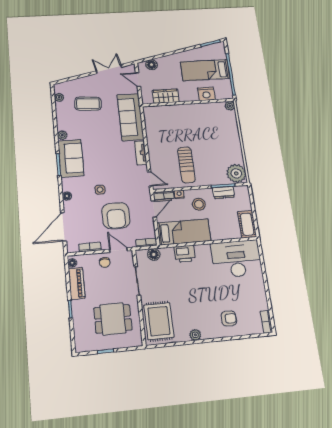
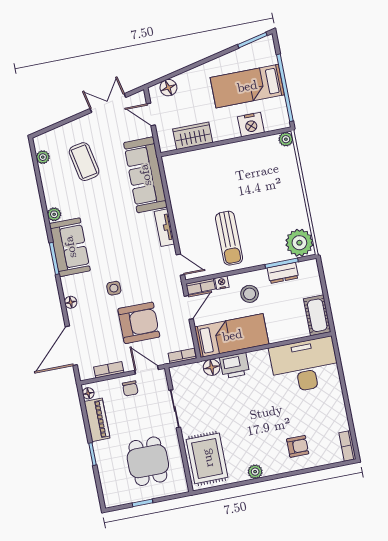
coffee table: (88, 104) -> (84, 162), turned 75
armchair: (116, 216) -> (139, 323), turned -90
floor lamp: (154, 254) -> (212, 367), moved
dining table: (113, 319) -> (148, 461), turned 90

